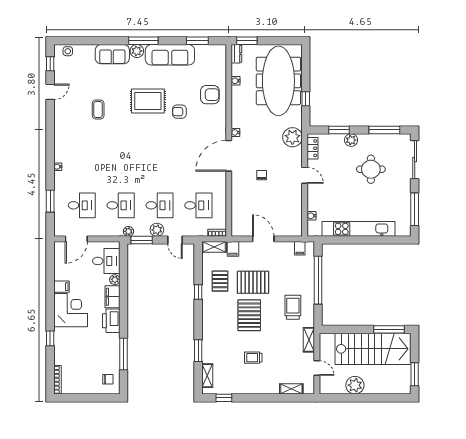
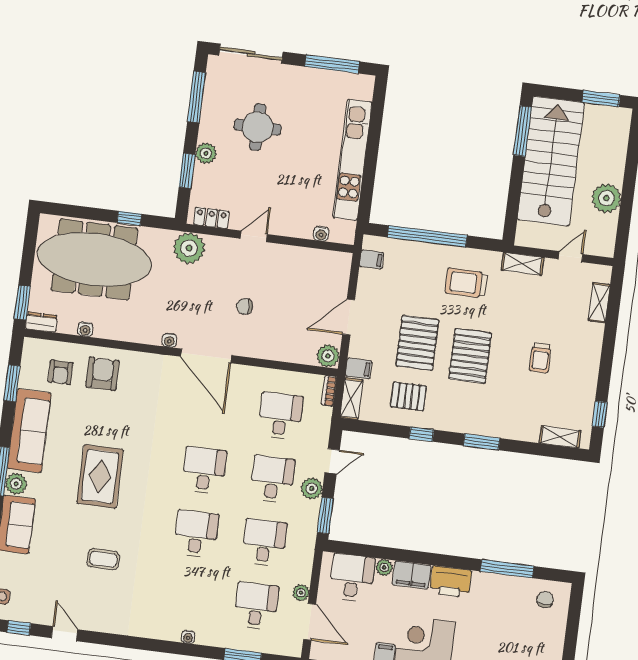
armchair: (179, 112) -> (61, 372), moved
desk: (121, 164) -> (196, 534), added
desk: (160, 164) -> (204, 470), added
plant: (238, 229) -> (328, 356), added
plant: (128, 231) -> (301, 593), moved
pallet: (249, 315) -> (470, 356), turned 90
window: (198, 351) -> (482, 442), moved

